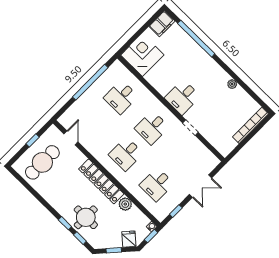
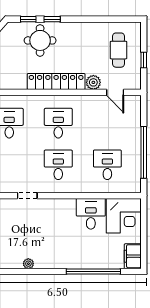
desk: (183, 97) -> (91, 214), moved
cafe table: (42, 162) -> (119, 50), width x0.73, depth x0.74
plant: (125, 204) -> (93, 82), moved

